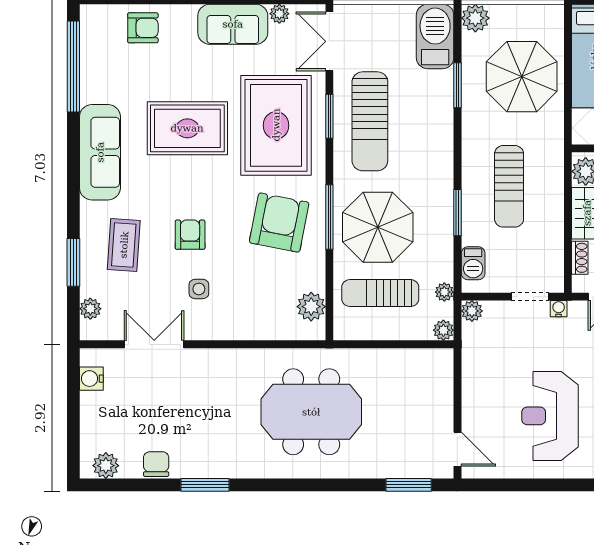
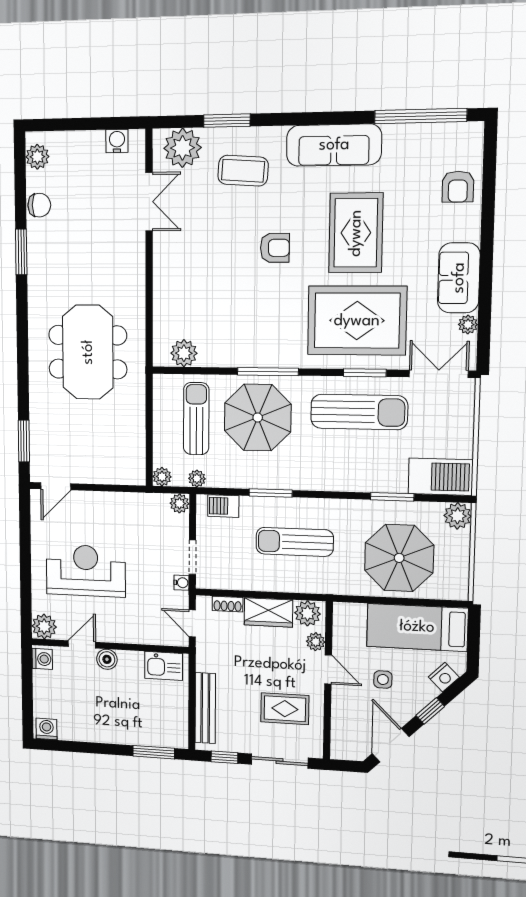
sun lounger: (370, 121) -> (359, 412), turned 180
armchair: (279, 223) -> (263, 323), removed
armchair: (190, 235) -> (275, 248), moved
side table: (199, 289) -> (201, 245), removed
plant: (90, 309) -> (182, 148), width x1.87, depth x1.87

